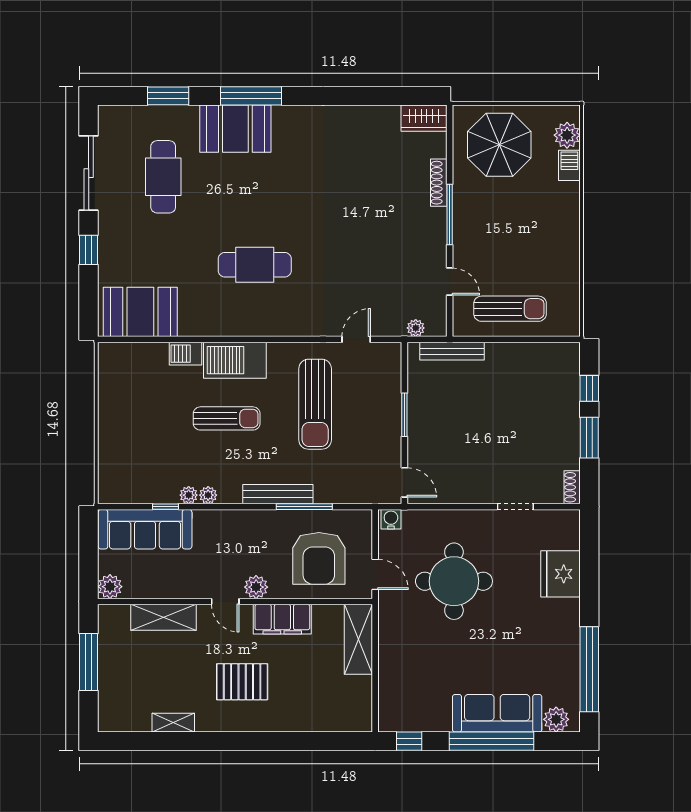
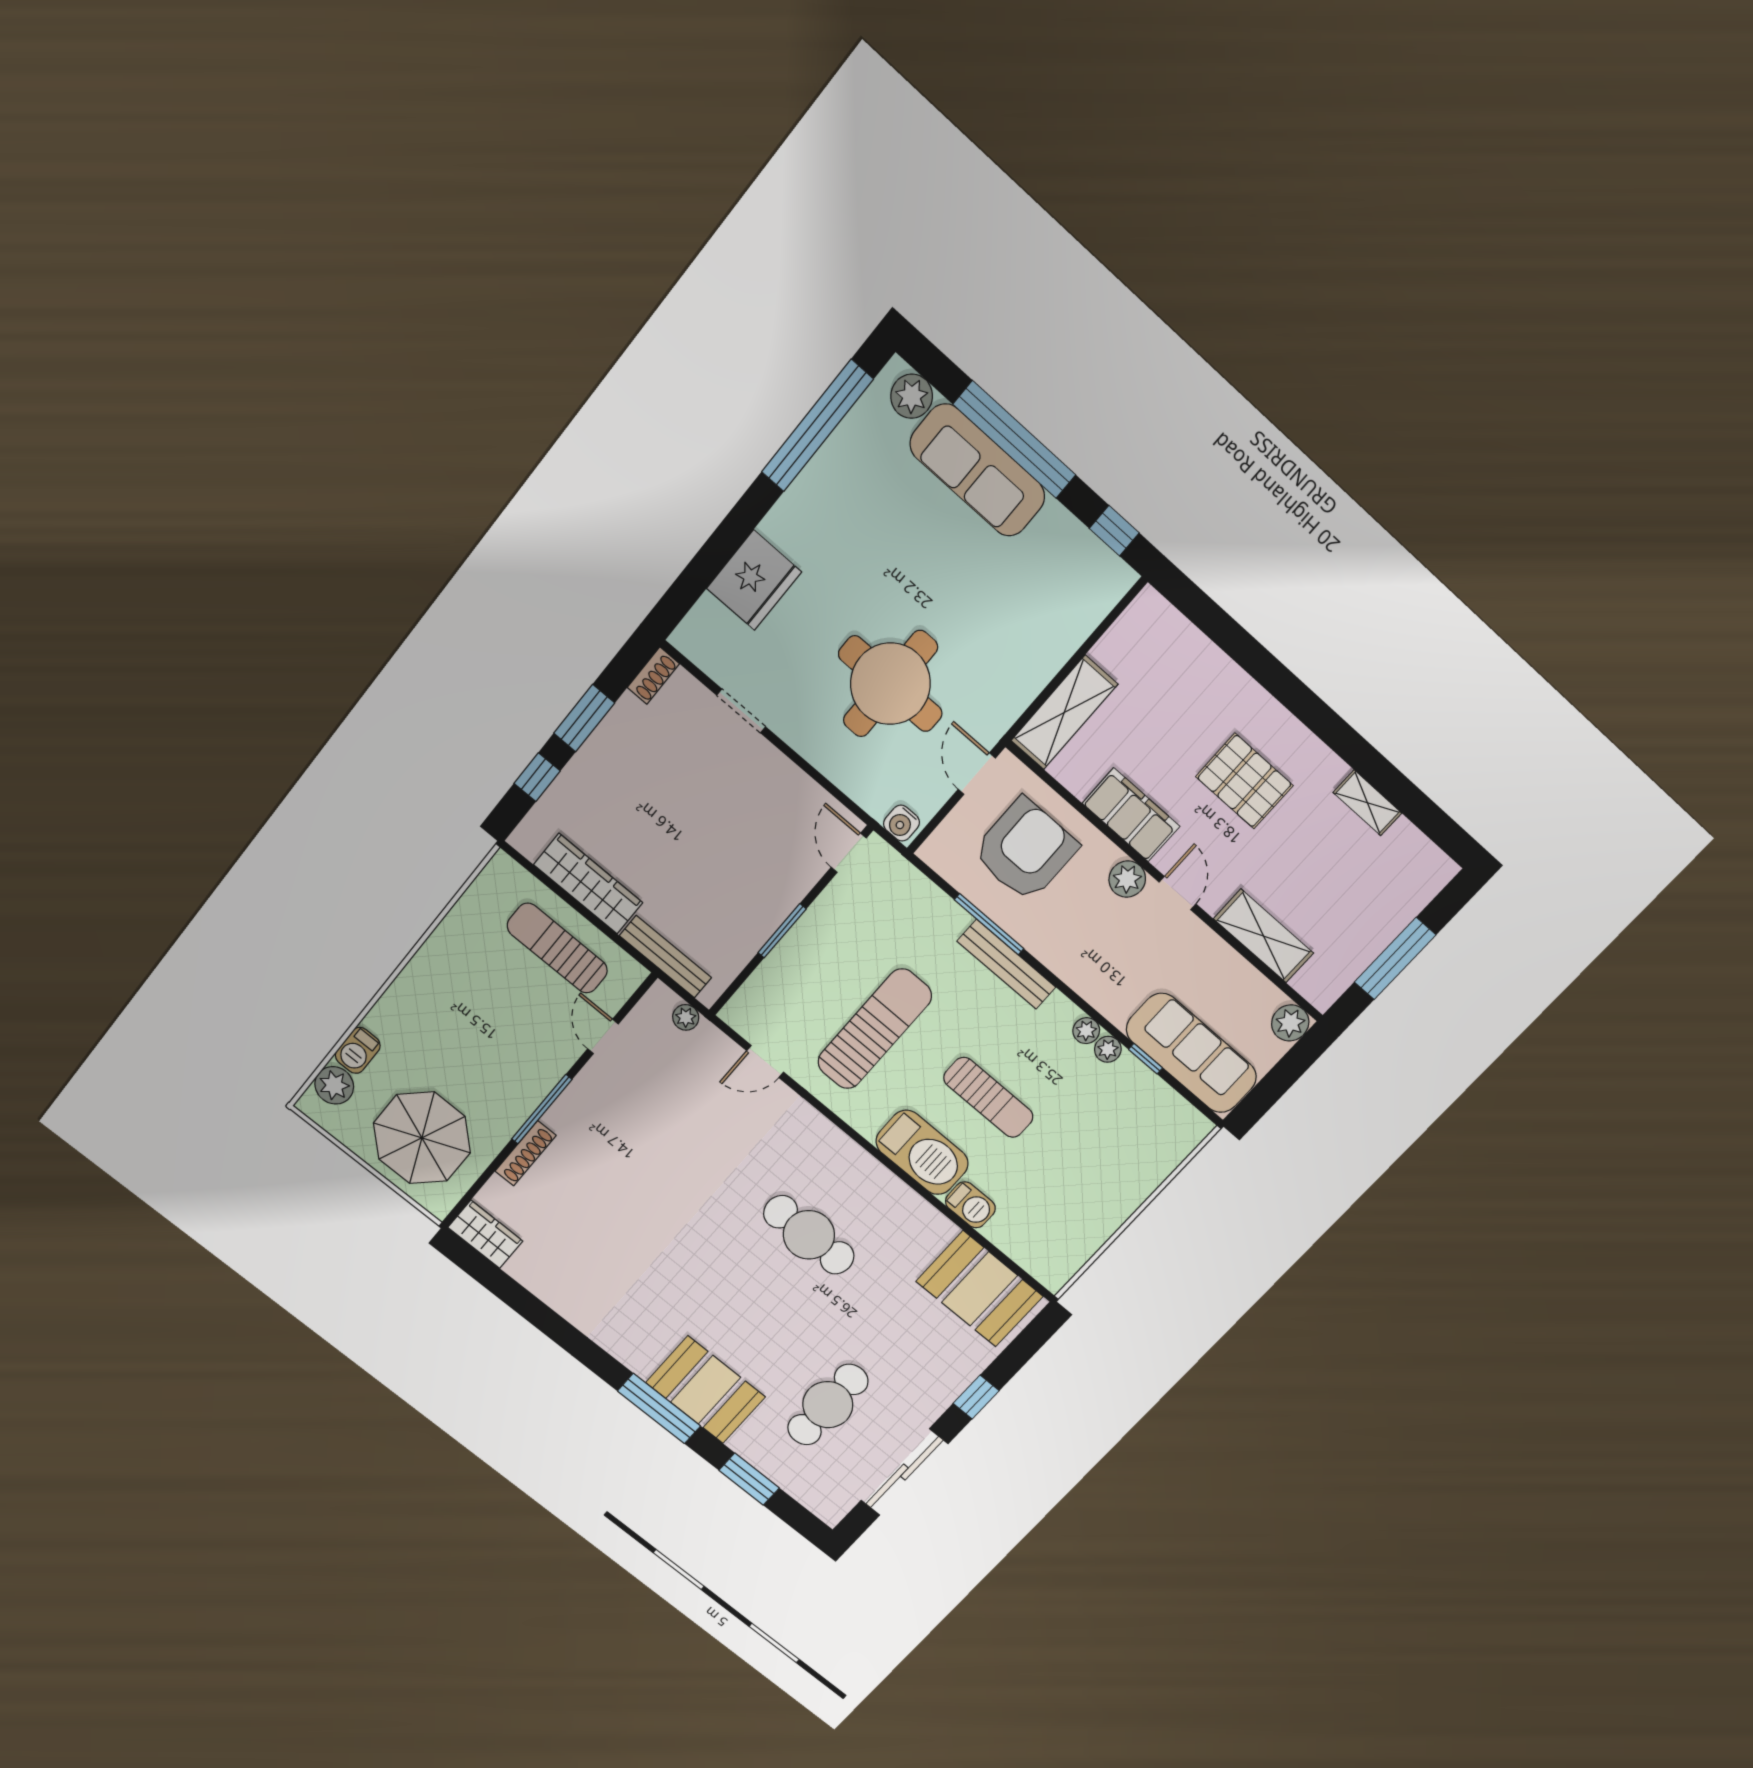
wardrobe: (521, 356) -> (588, 884), added
sun lounger: (227, 418) -> (988, 1097), turned 180

